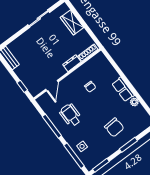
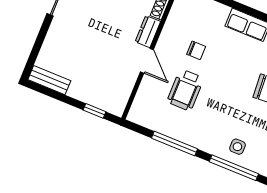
door: (52, 86) -> (147, 61), moved
wheelchair: (71, 115) -> (185, 90), moved, turned -90

